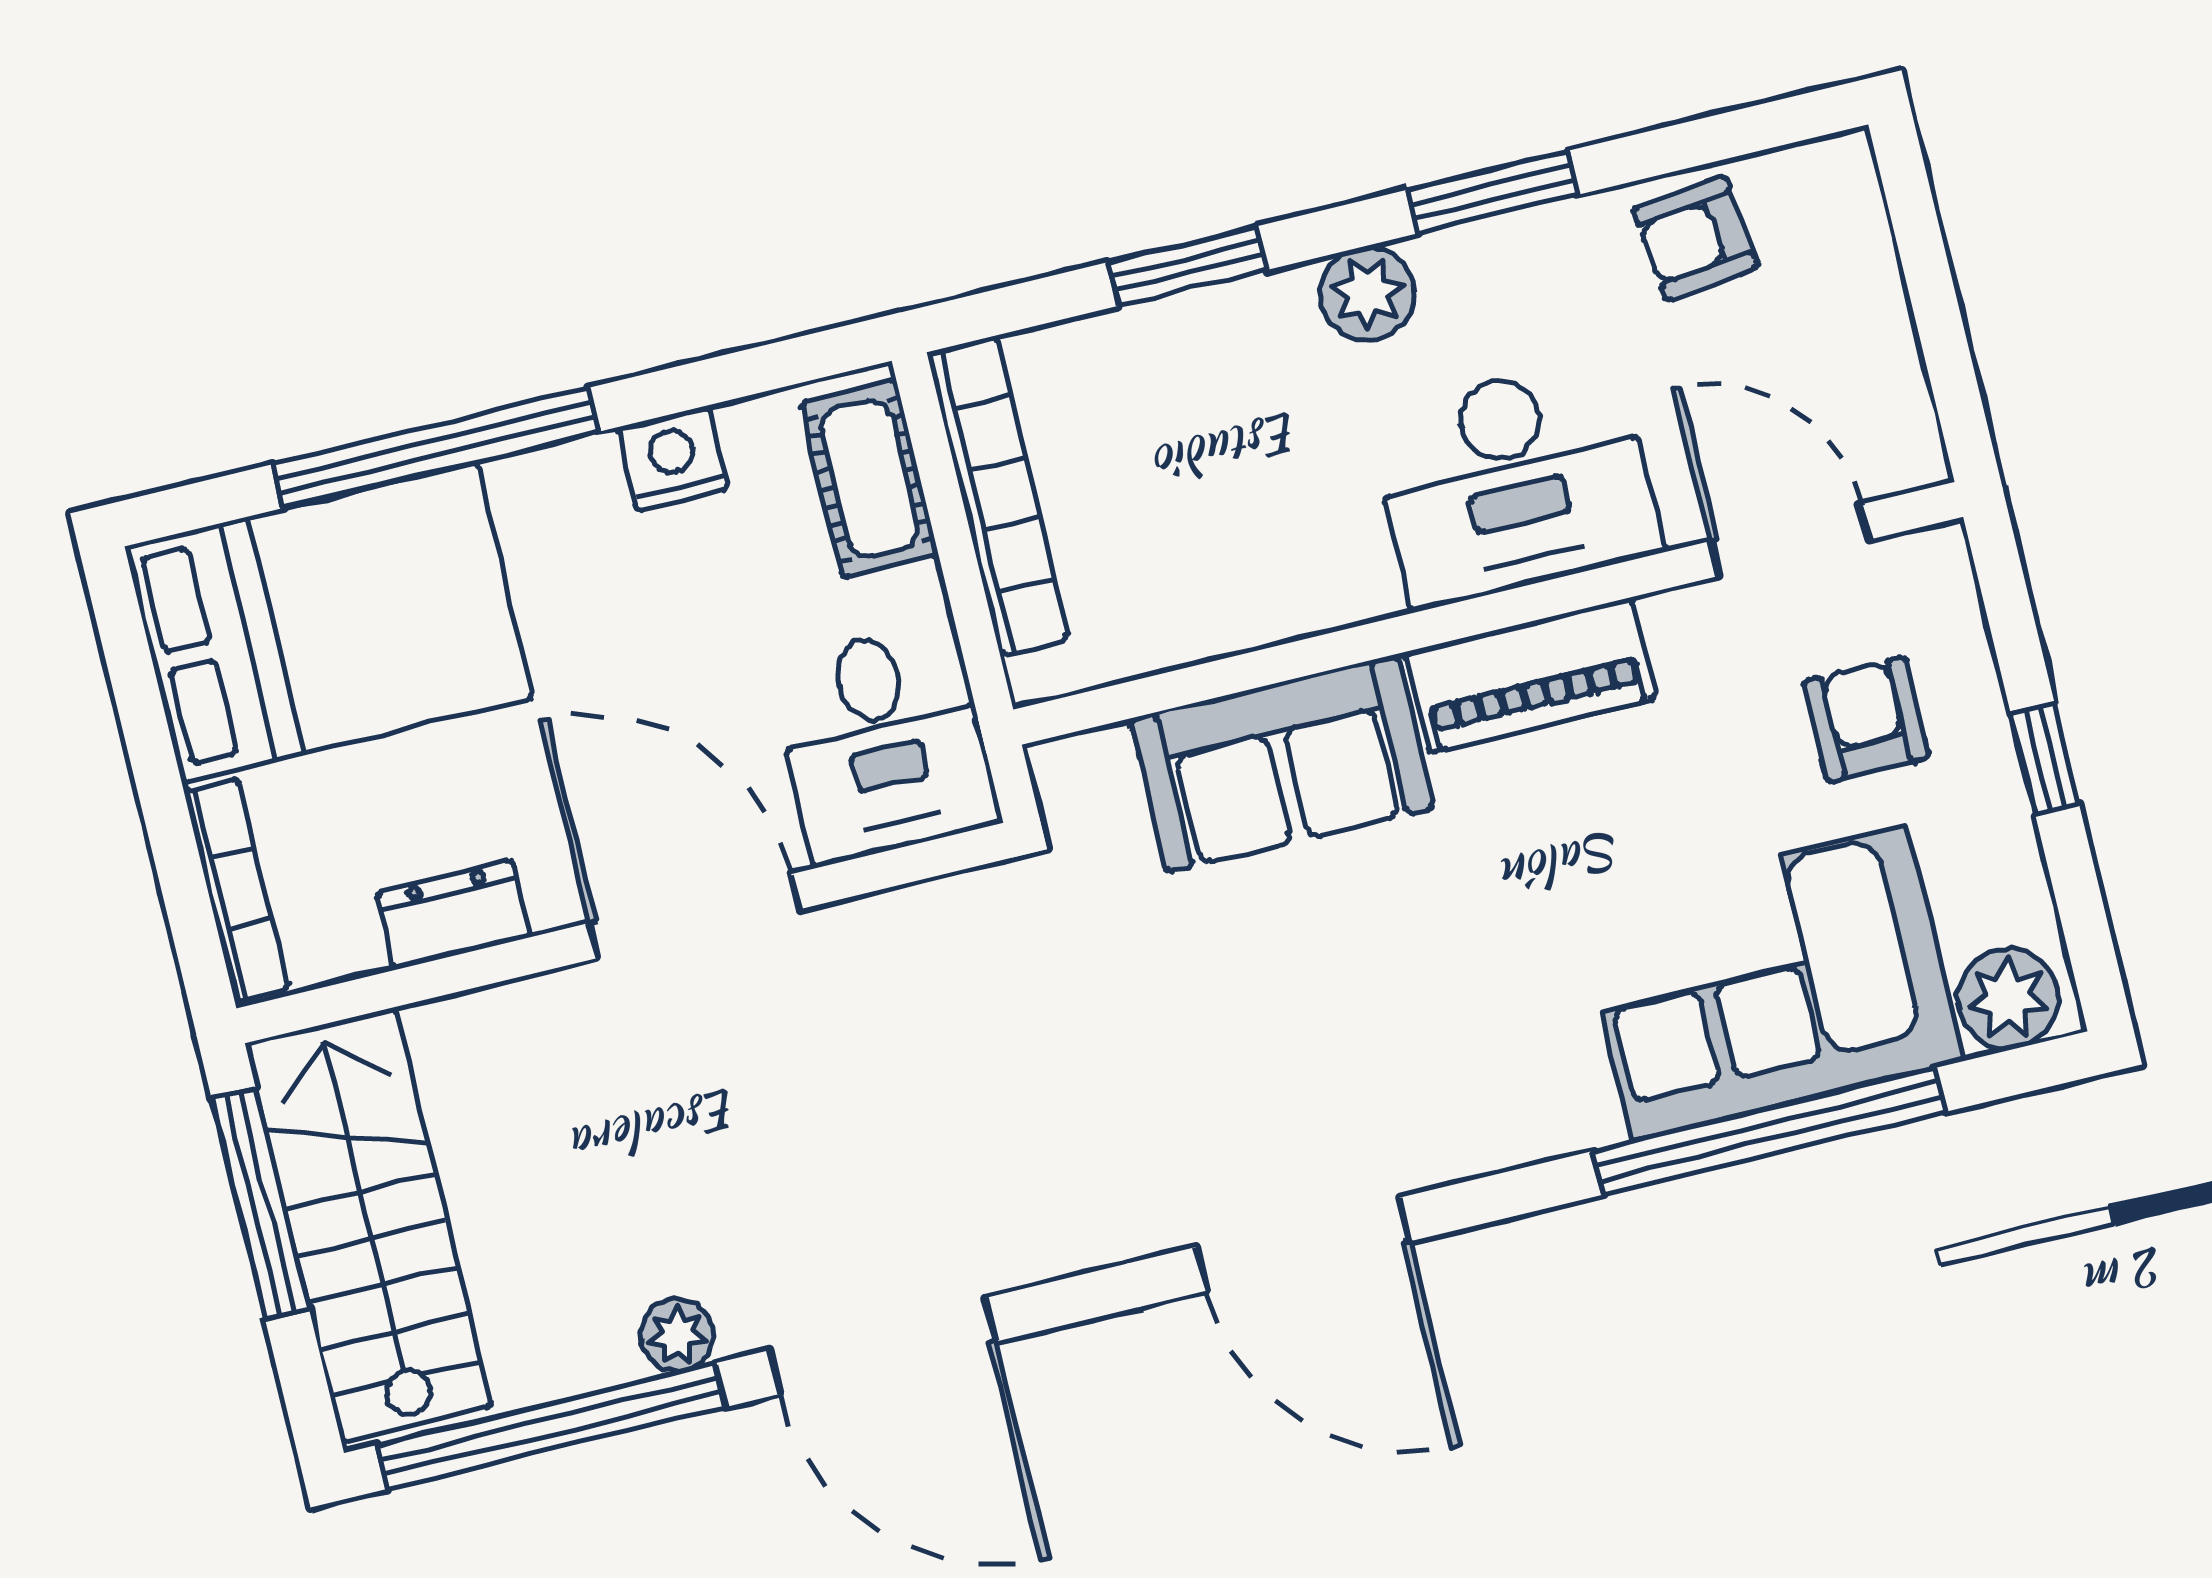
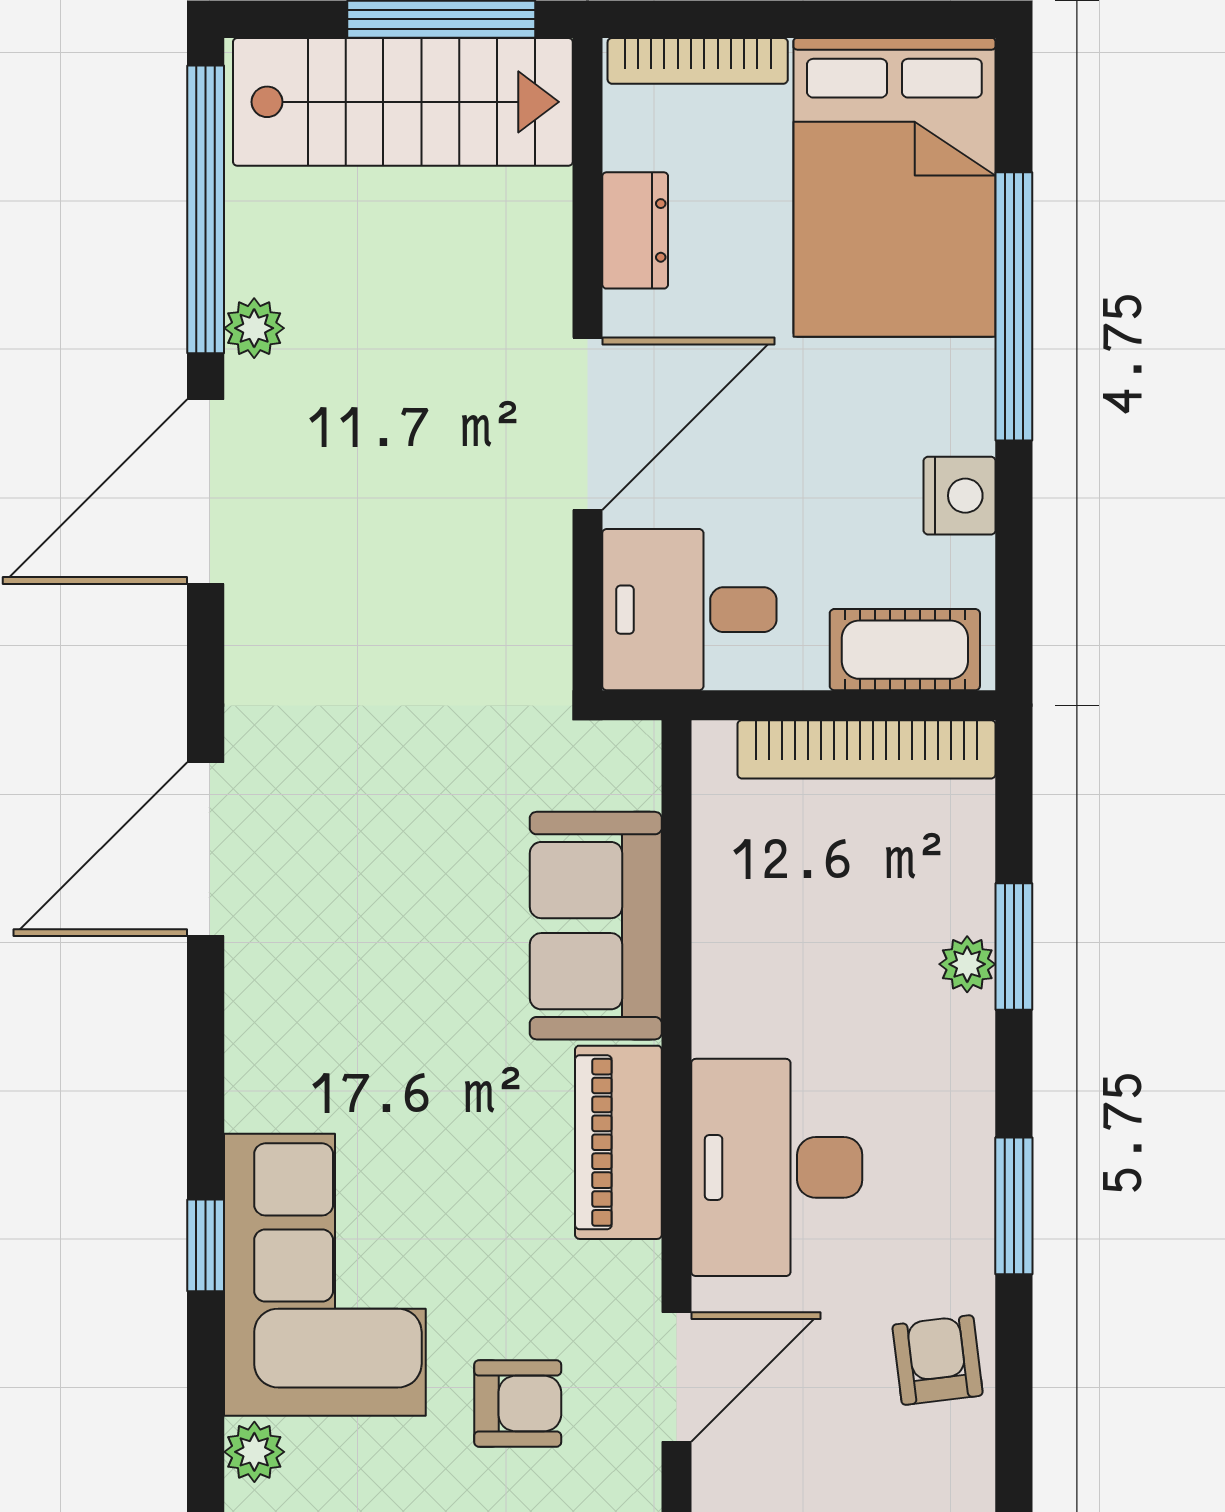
plant: (1367, 294) -> (967, 964), moved, width x0.73, depth x0.73
plant: (2008, 999) -> (254, 1452), width x0.73, depth x0.73
window: (1769, 1131) -> (206, 1245), width x0.32

